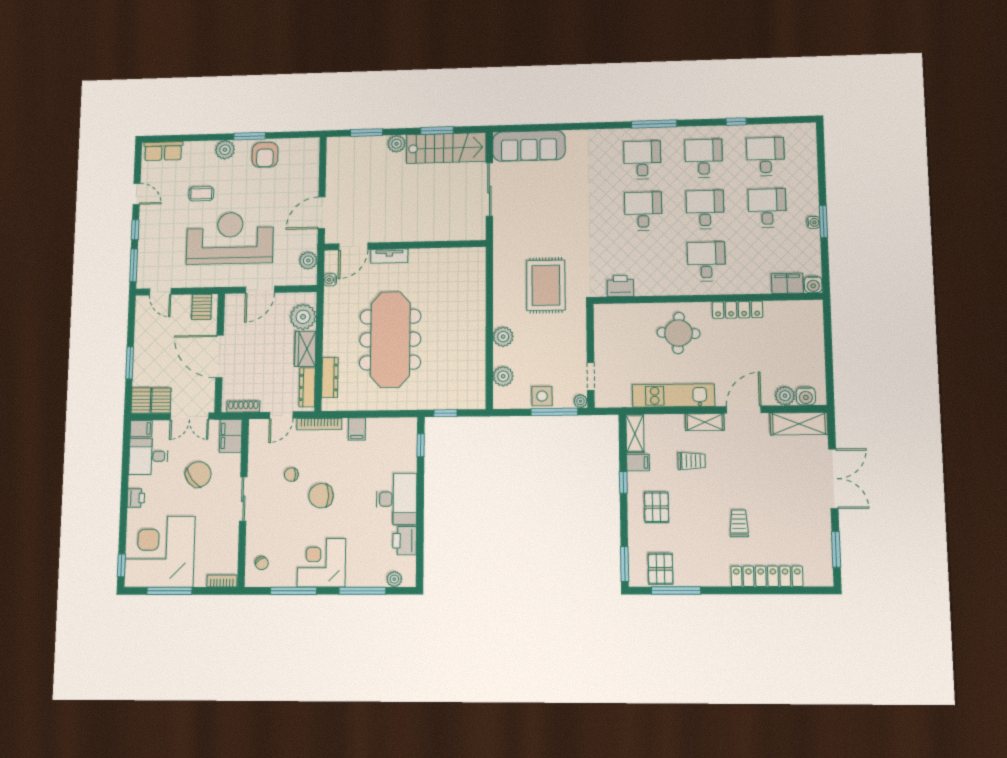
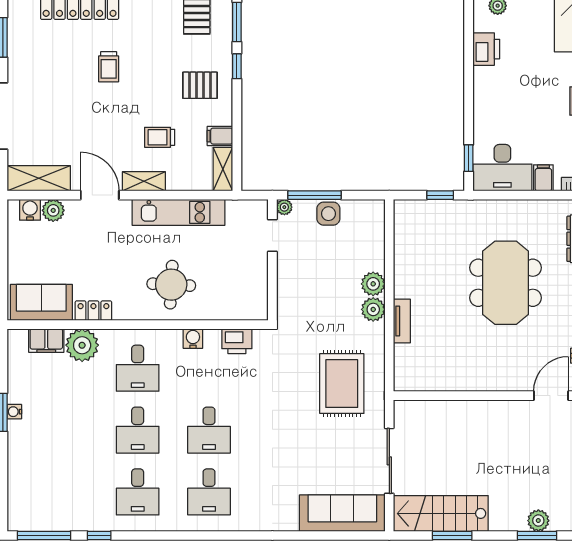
window: (654, 124) -> (44, 536), moved
plant: (396, 144) -> (538, 521), moved
desk: (766, 157) -> (66, 492), removed
desk: (767, 208) -> (66, 430), removed
tv unit: (389, 256) -> (402, 321), moved, turned 90
plant: (756, 280) -> (82, 345), added
water cooler: (813, 284) -> (193, 339), moved
rug: (546, 285) -> (342, 384), moved
locker: (737, 310) -> (93, 311), width x0.66
sofa: (793, 316) -> (41, 302), added
meeting table: (390, 340) -> (506, 283), width x0.73
plant: (503, 376) -> (373, 309), moved
door: (744, 410) -> (100, 195), swing flipped
window: (623, 482) -> (237, 66), moved
desk: (397, 499) -> (502, 168), moved, turned -90
pallet: (657, 507) -> (200, 85), turned 90

